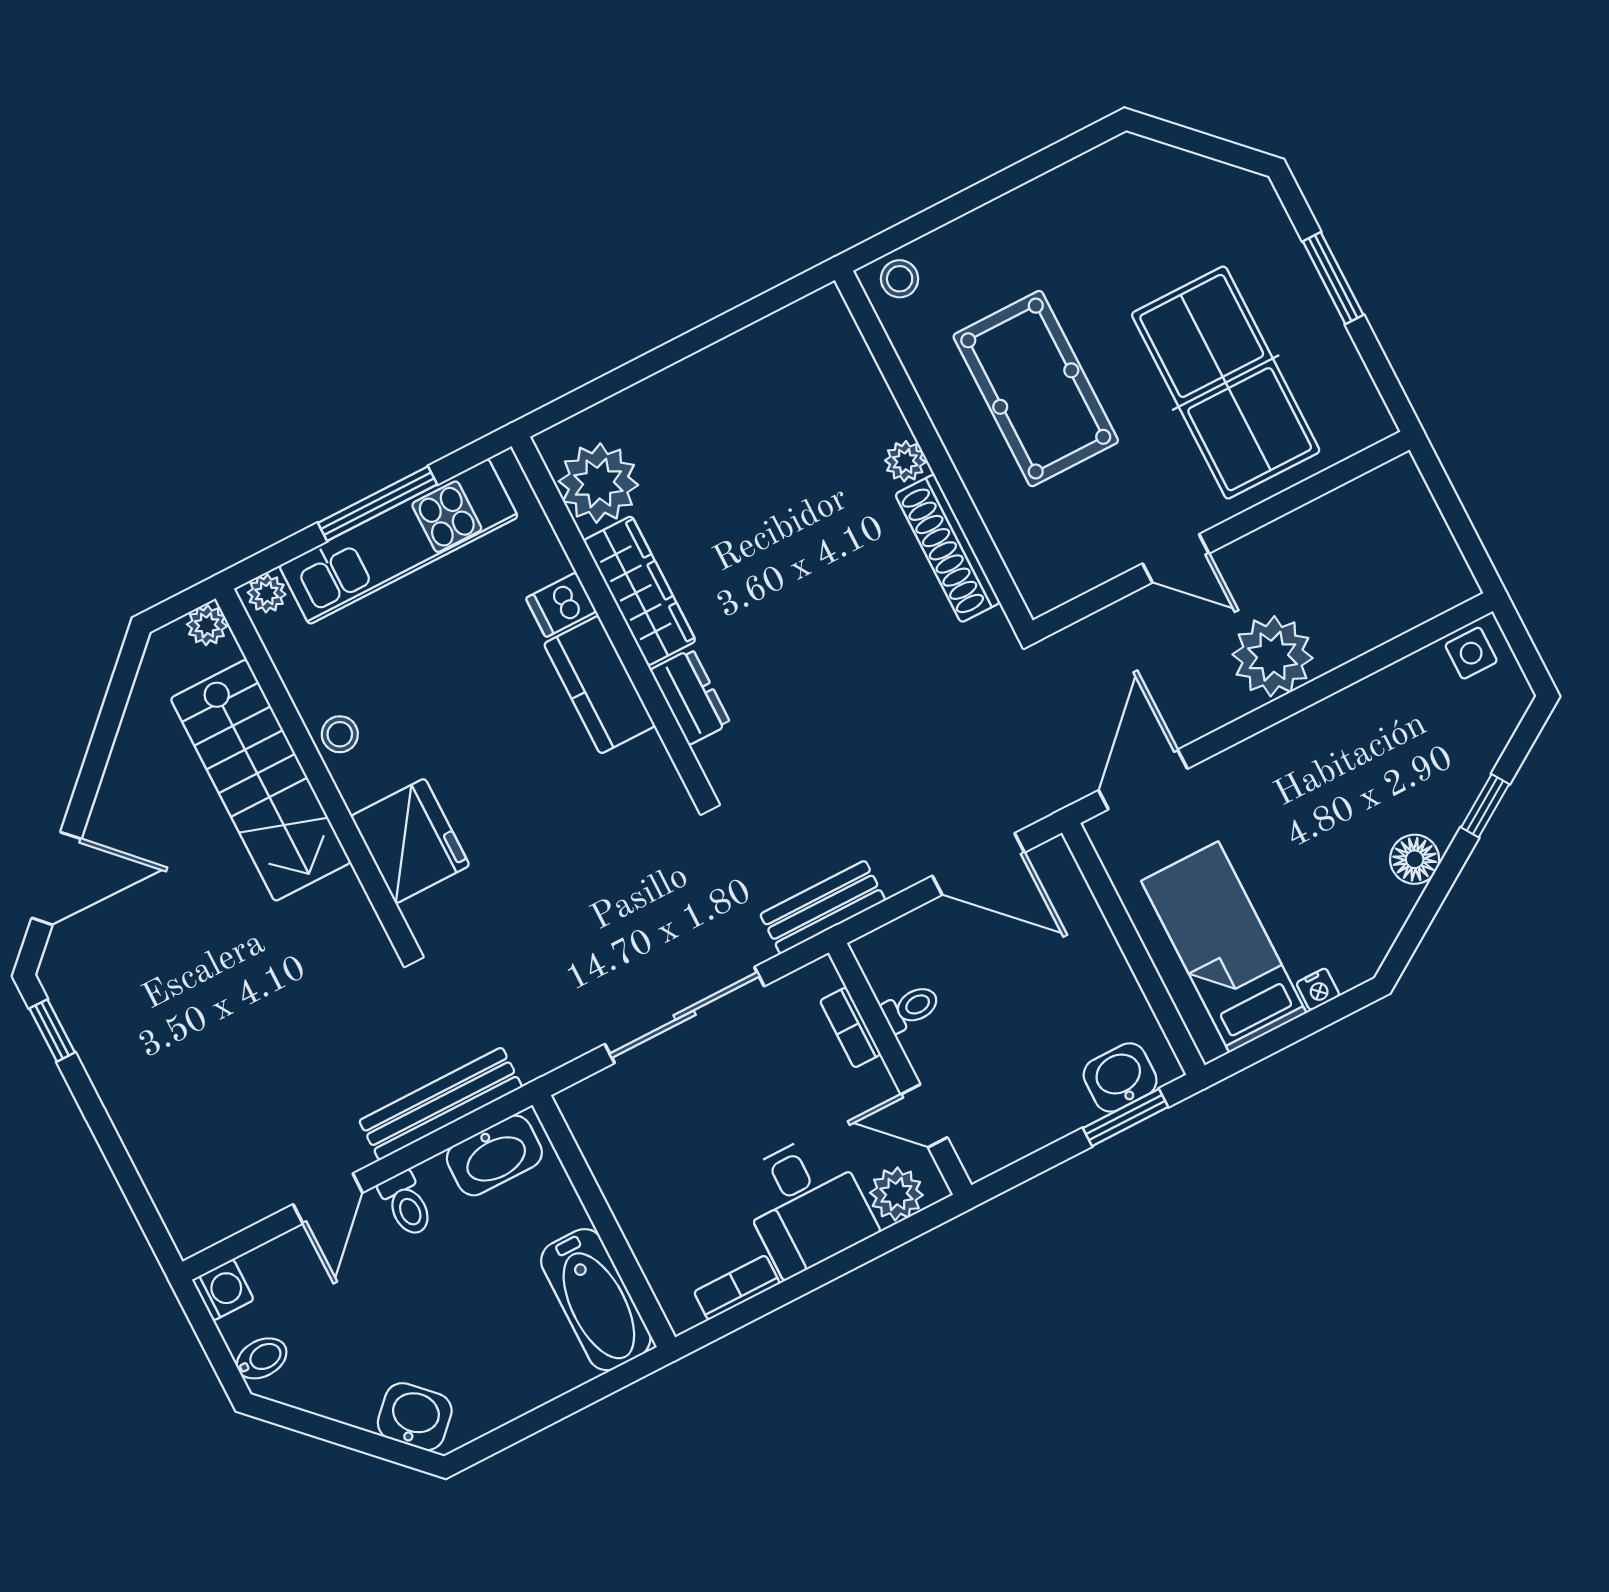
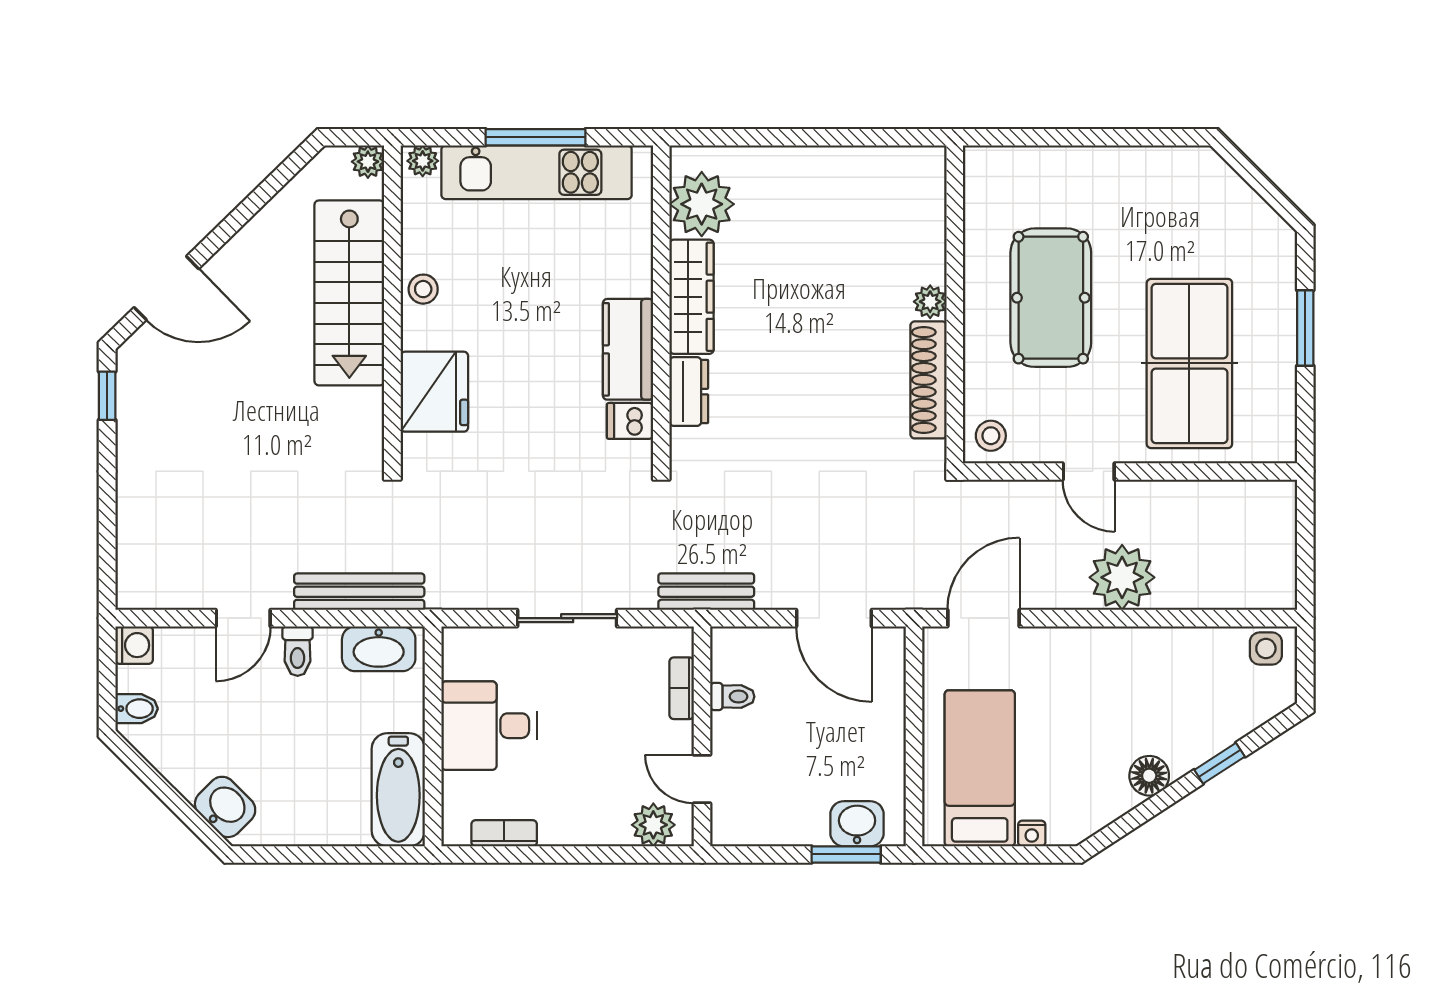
stool: (900, 279) -> (991, 436), moved
dishwasher: (561, 605) -> (630, 421), moved
sliding door: (685, 1015) -> (567, 618), width x0.73
desk: (806, 1204) -> (489, 726), moved, turned 90

